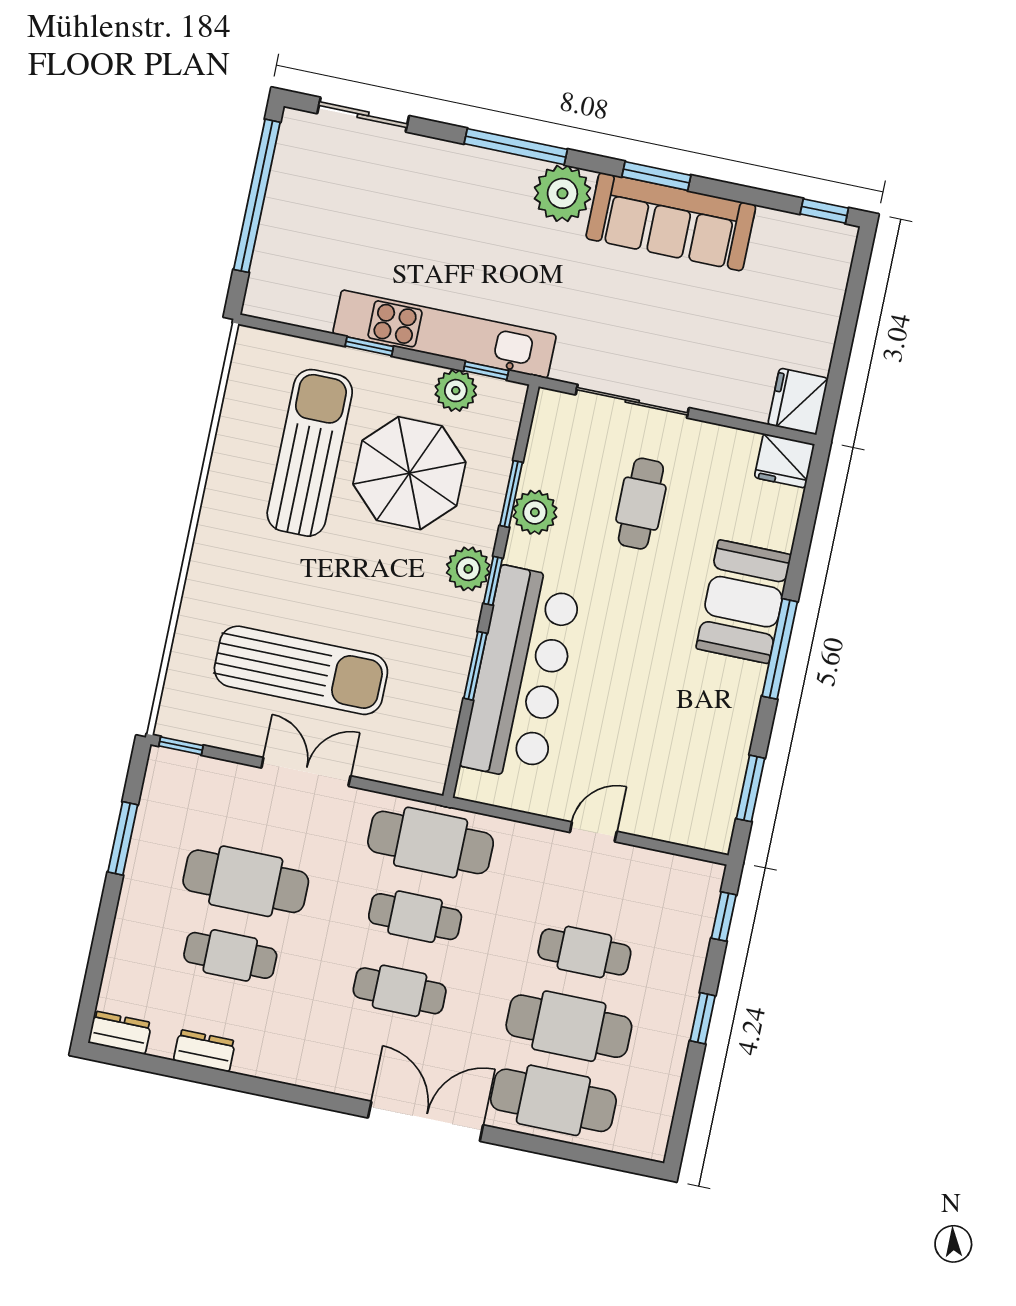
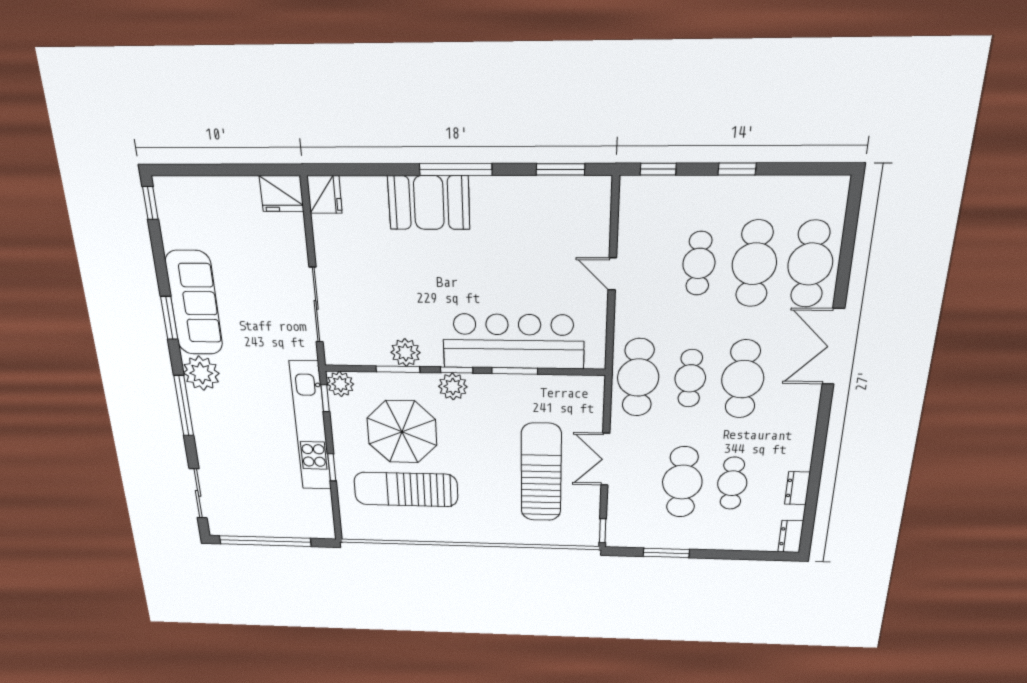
plant: (456, 391) -> (340, 384), moved
cafe table: (641, 504) -> (381, 286), removed
cafe table: (400, 991) -> (743, 379), width x1.37, depth x1.35

